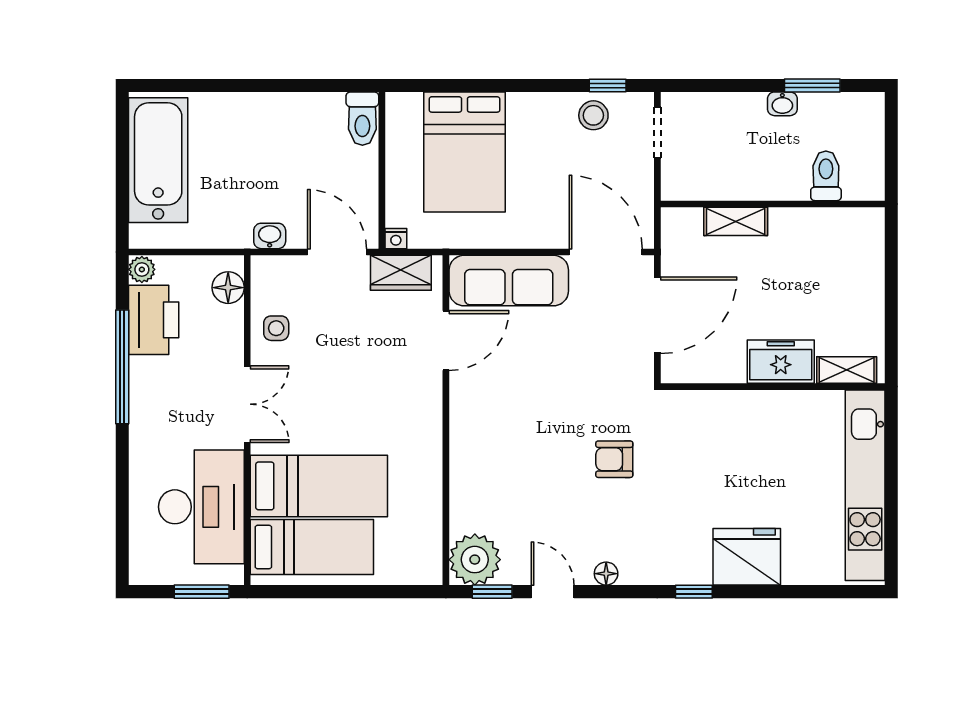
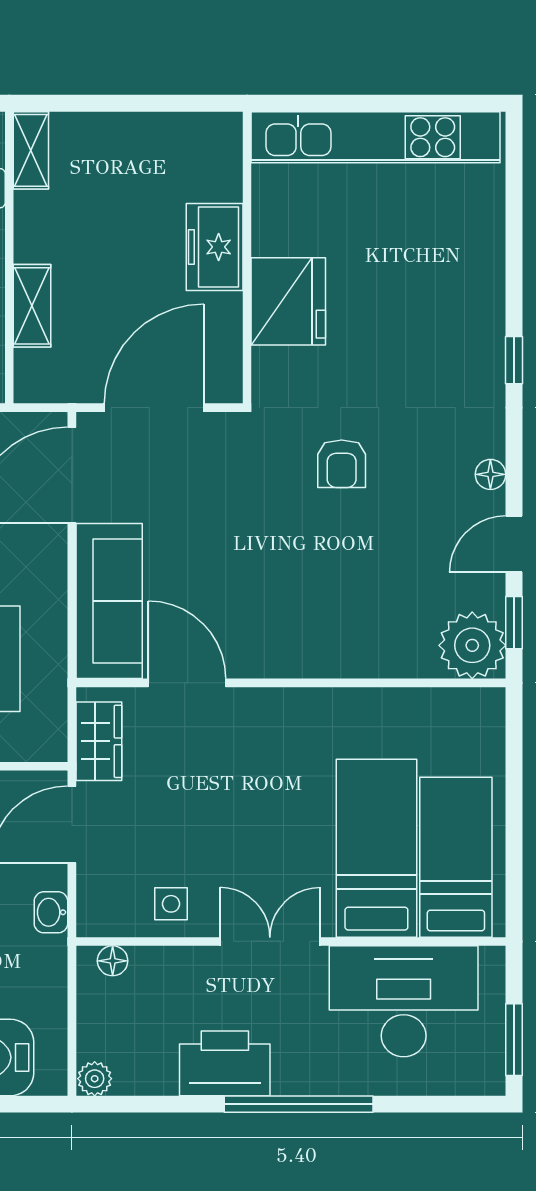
nightstand: (396, 239) -> (54, 748), removed
floor lamp: (228, 288) -> (113, 961), width x0.73, depth x0.73
door: (657, 315) -> (154, 408), hinge flipped
printer: (154, 320) -> (225, 1063), moved
window: (122, 367) -> (299, 1104), moved
shelving: (847, 370) -> (31, 150), moved
fridge: (747, 557) -> (288, 301), moved, turned 180
window: (202, 592) -> (514, 1040), moved

